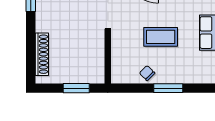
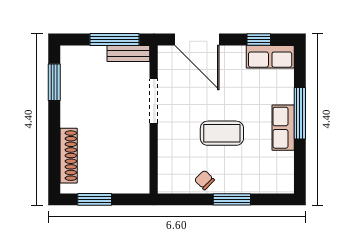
window: (76, 88) -> (95, 199), moved

